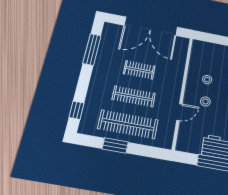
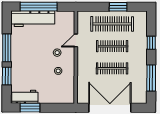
clothes rail: (139, 70) -> (112, 68), width x1.36
window: (76, 110) -> (151, 43), moved

